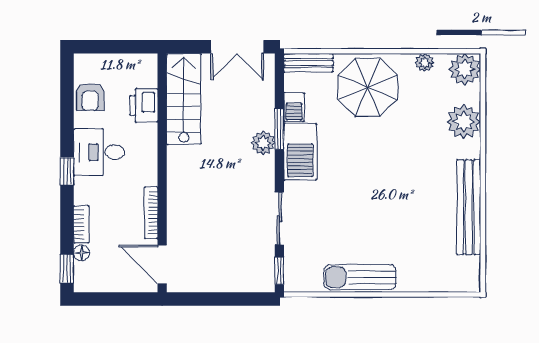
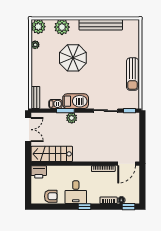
parasol: (368, 87) -> (73, 58), moved
printer: (144, 105) -> (39, 172), moved

